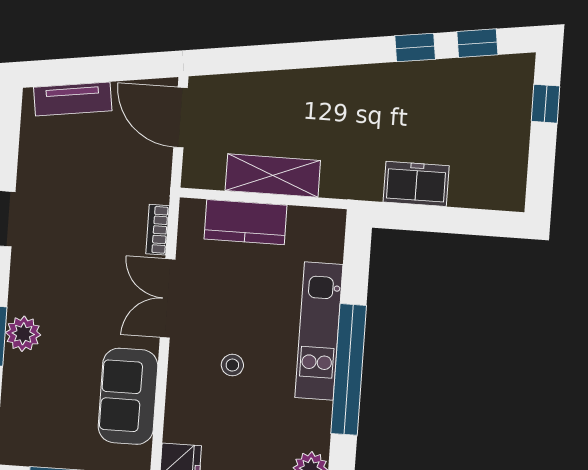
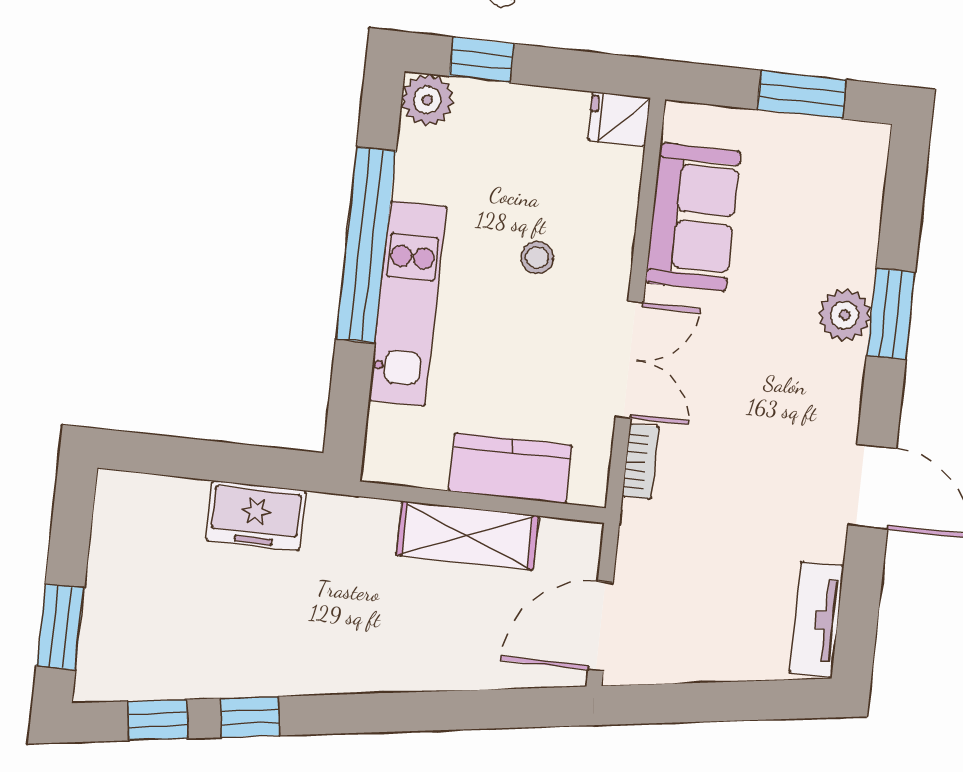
tv unit: (73, 99) -> (817, 619), moved, turned -82
window: (546, 104) -> (60, 627), width x1.50
door: (181, 117) -> (600, 626), swing flipped

